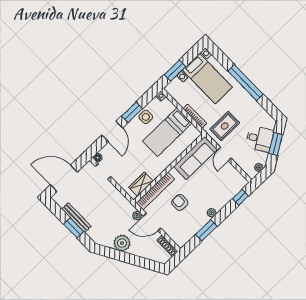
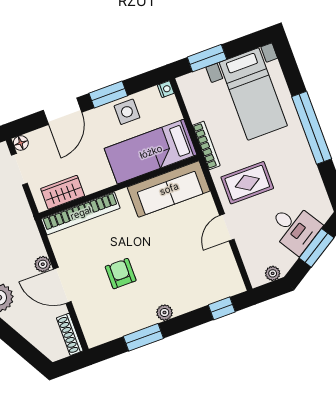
sofa: (195, 158) -> (169, 189), moved
wall: (169, 168) -> (119, 187), moved
wardrobe: (141, 184) -> (63, 192), moved
bookcase: (155, 191) -> (81, 213), moved

